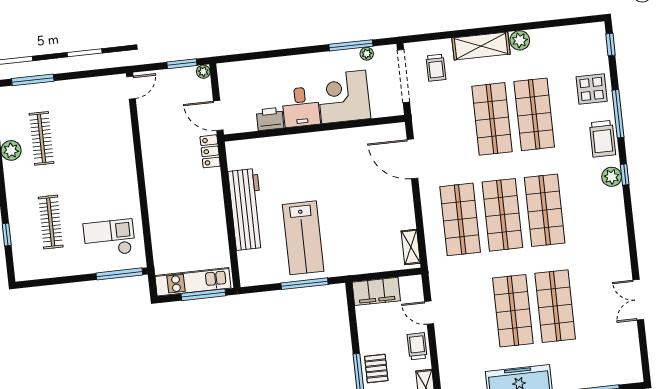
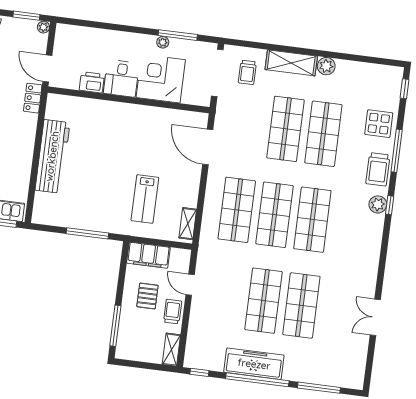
plant: (367, 54) -> (163, 42), moved
lab bench: (303, 238) -> (145, 199), moved, width x0.73, depth x0.72
pallet: (376, 369) -> (147, 296), moved

